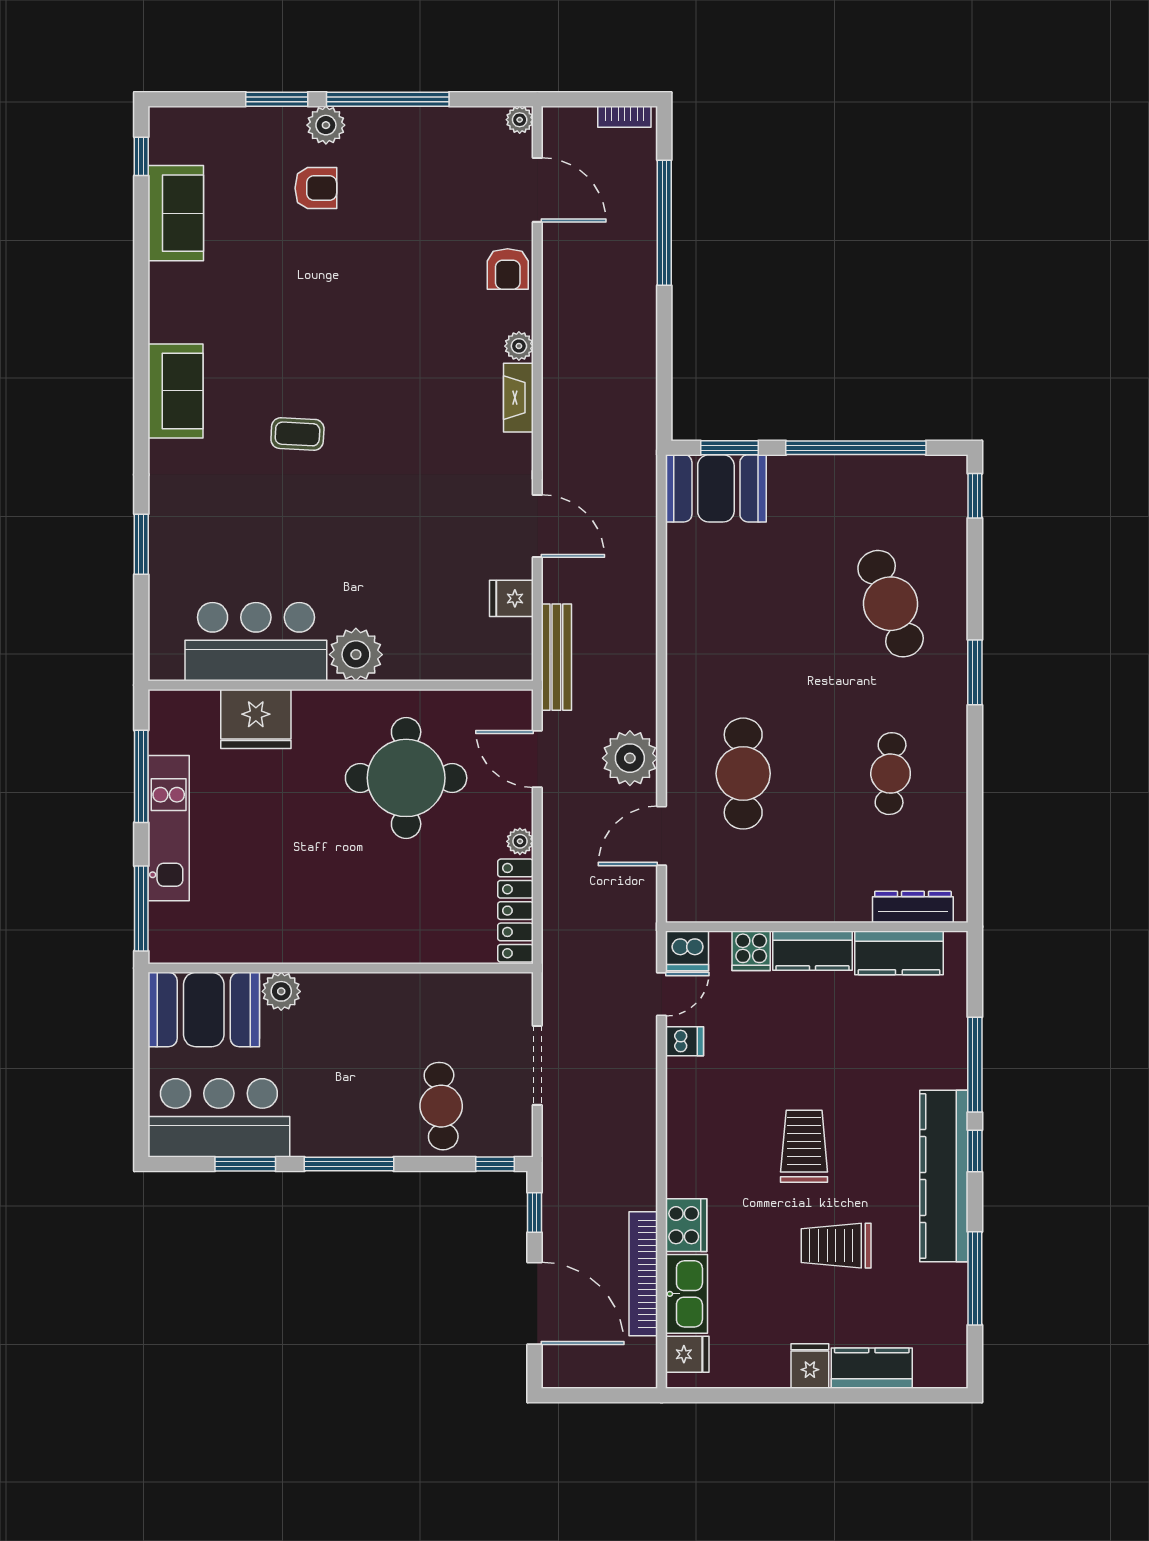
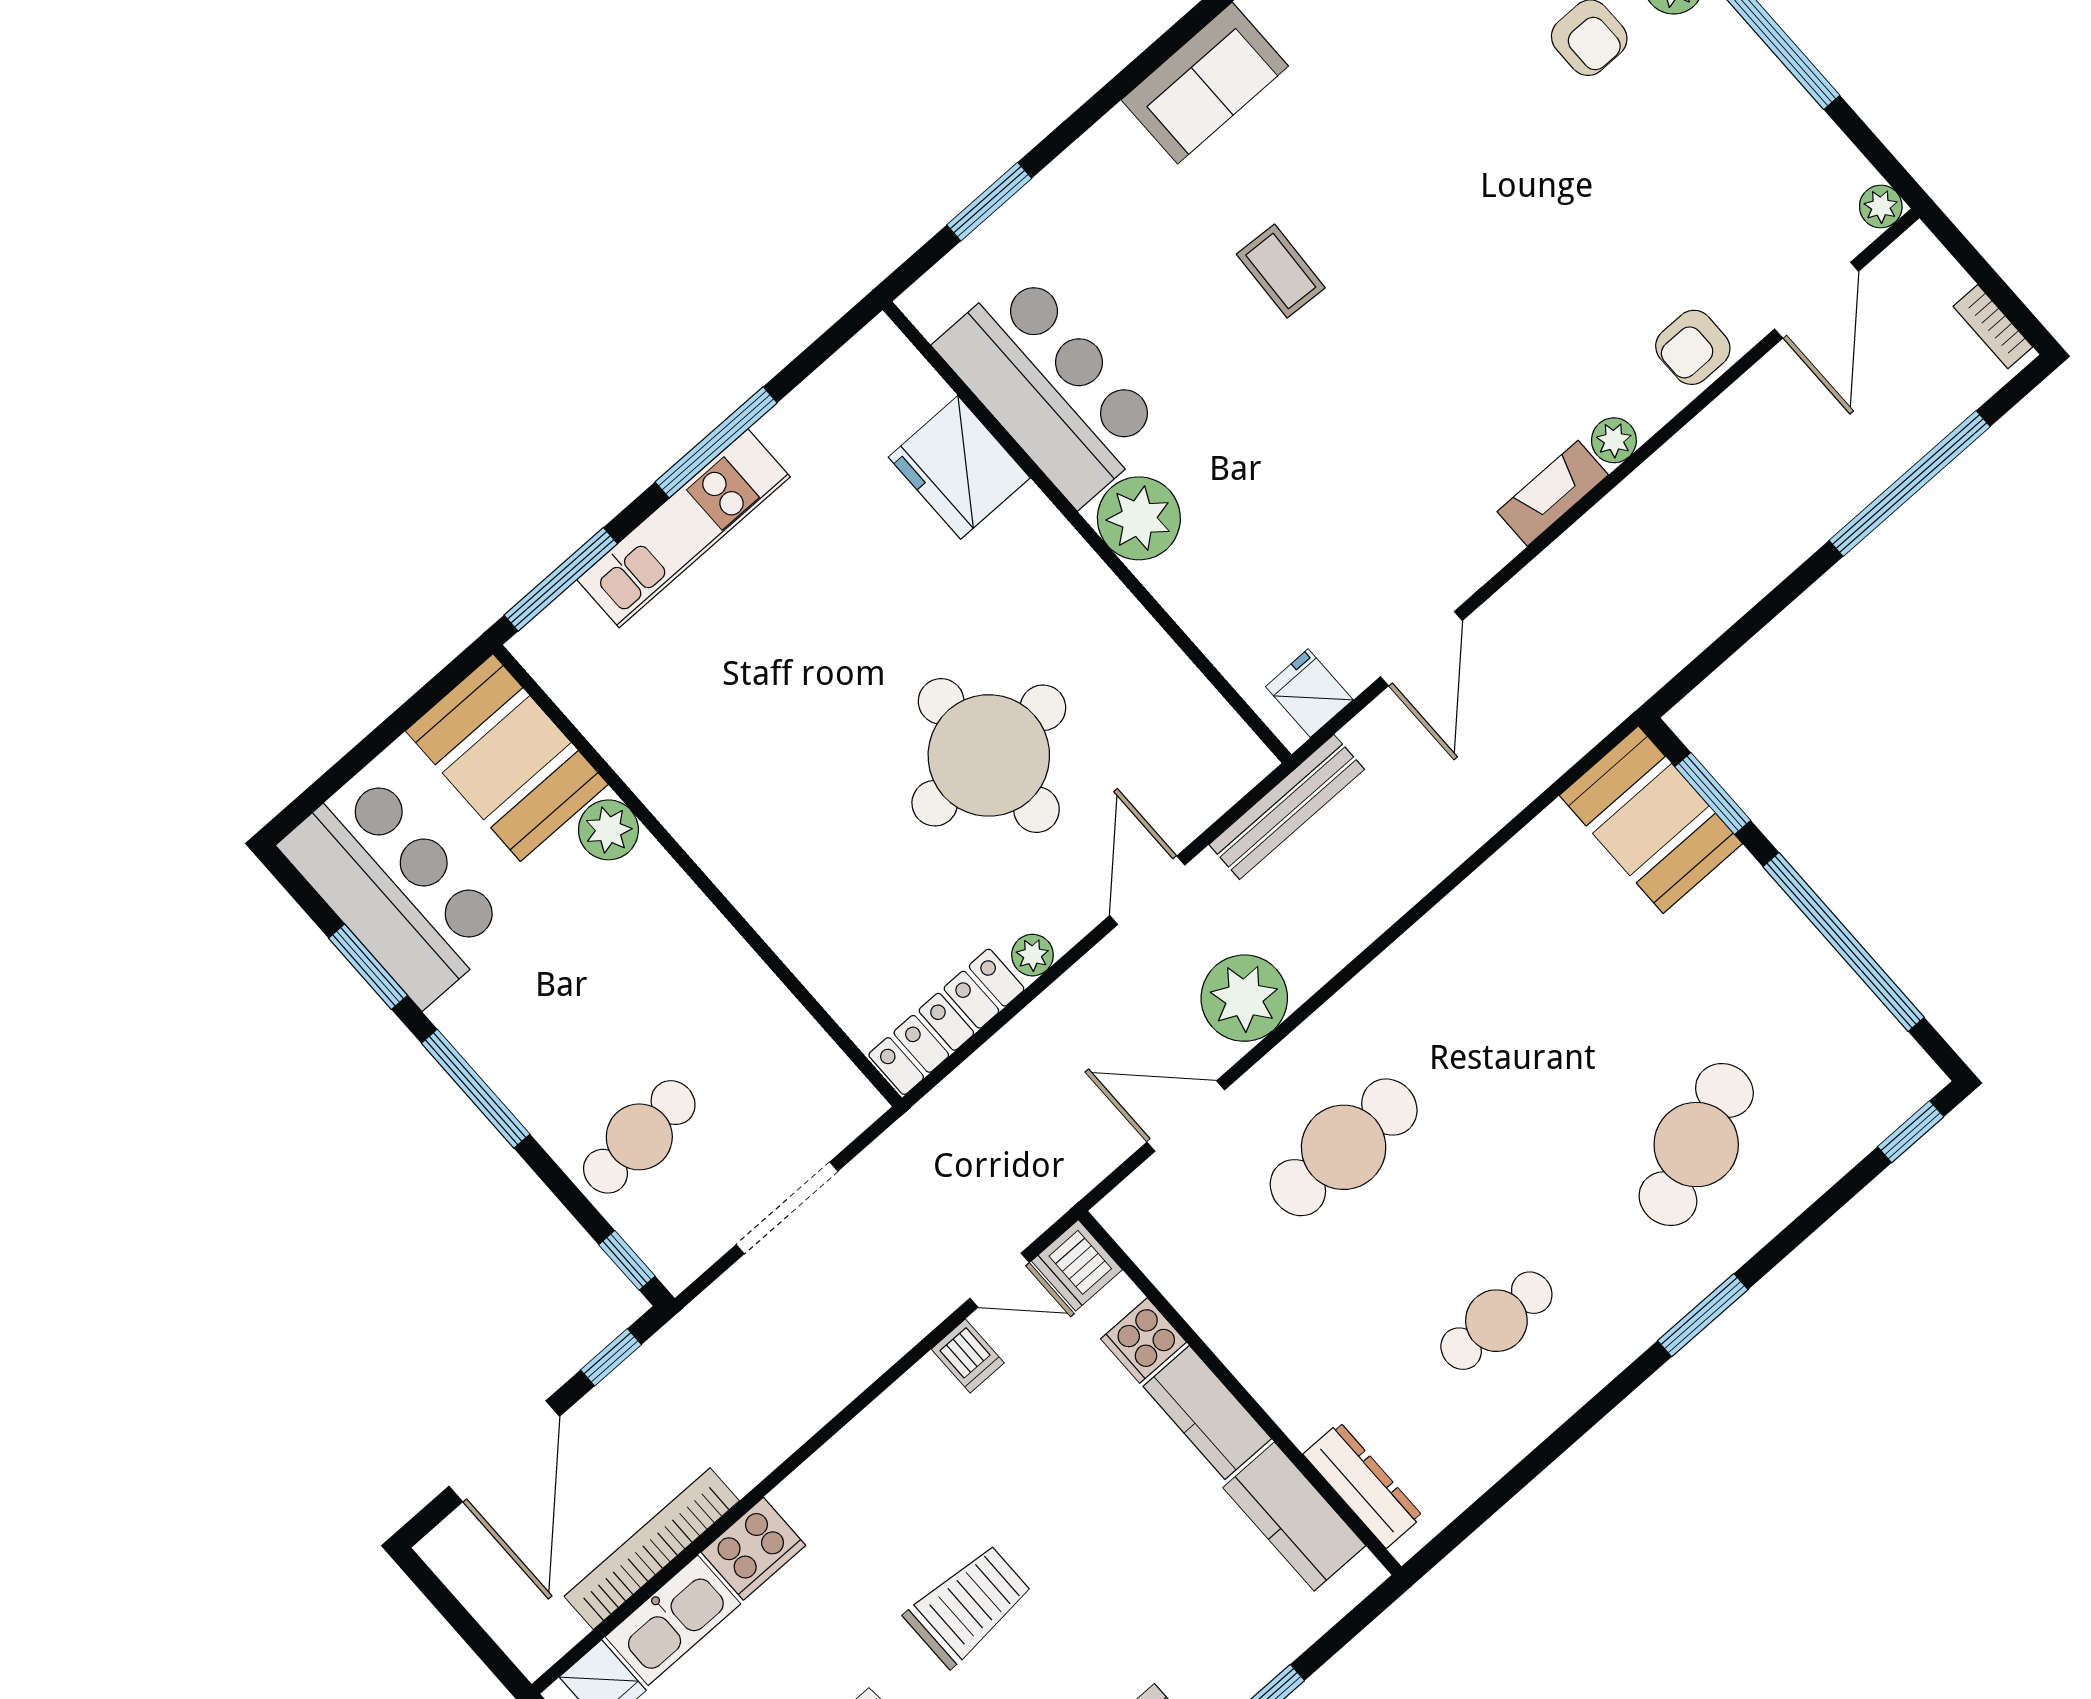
bar counter: (256, 642) -> (1050, 387), moved
plant: (356, 655) -> (1139, 518), moved
wall: (341, 685) -> (1087, 532), moved
fridge: (256, 719) -> (959, 467), moved

